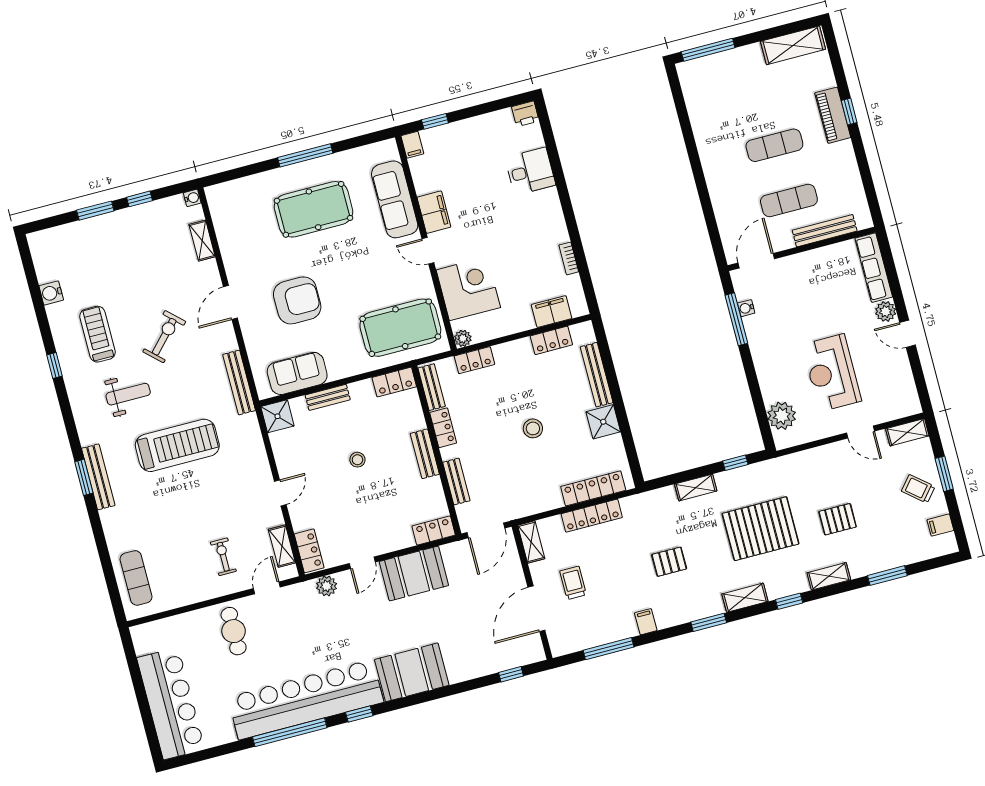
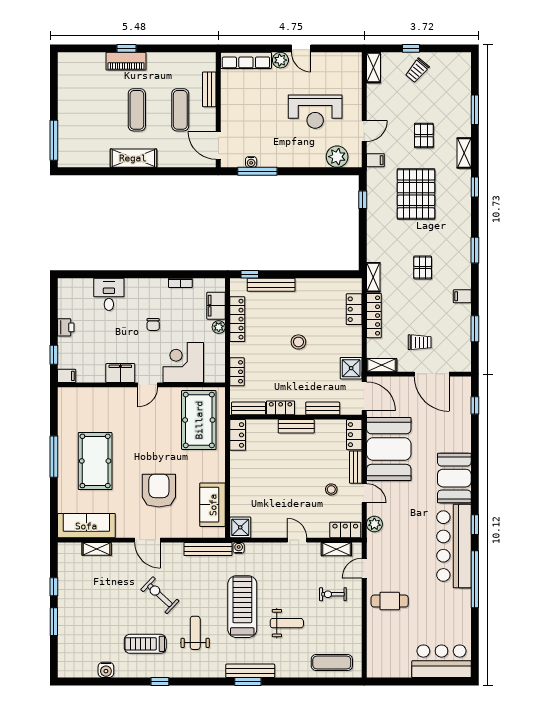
shelving: (793, 45) -> (133, 158), moved, turned 90
printer: (525, 114) -> (66, 327), moved
water cooler: (192, 198) -> (239, 548), moved
sofa: (395, 199) -> (86, 526), moved, turned 180
bench: (825, 231) -> (209, 89), width x0.73
chair: (507, 238) -> (153, 325), added
door: (907, 334) -> (301, 48), hinge flipped
plant: (463, 338) -> (219, 327), moved
locker: (551, 340) -> (237, 319), width x1.53
window: (603, 344) -> (250, 274), added
bench: (328, 397) -> (356, 467), moved
shower: (603, 422) -> (351, 368), moved
door: (861, 432) -> (364, 131), moved
stool: (357, 460) -> (331, 489), moved
window: (944, 474) -> (411, 48), width x0.67
locker: (593, 488) -> (354, 309), width x0.66
shelving: (696, 488) -> (373, 277), moved
weight bench: (171, 508) -> (287, 623), added
filing cabinet: (940, 525) -> (375, 160), moved, turned -90
booth: (414, 574) -> (389, 449), width x1.36, depth x1.42
trolley: (573, 583) -> (420, 342), turned 180
door: (267, 588) -> (364, 568), hinge flipped
shelving: (745, 598) -> (464, 219), removed
window: (609, 649) -> (475, 329), width x0.69
bar counter: (306, 700) -> (454, 546), width x0.73
bar counter: (171, 703) -> (441, 661), width x0.73

